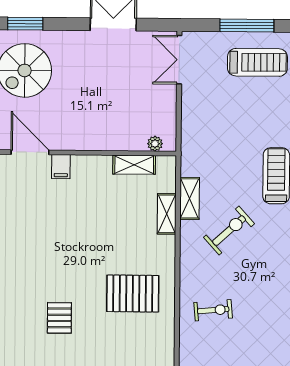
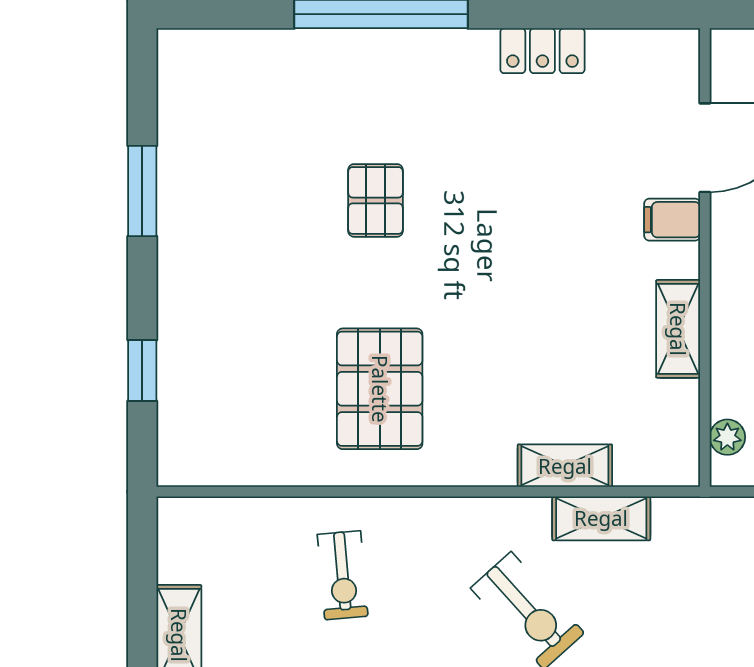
shelving: (134, 165) -> (678, 329), moved
pallet: (59, 318) -> (375, 200), moved, turned 90

